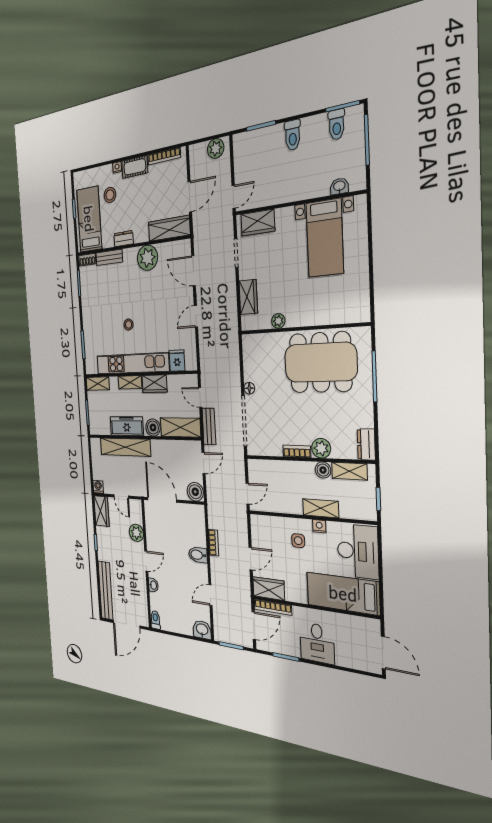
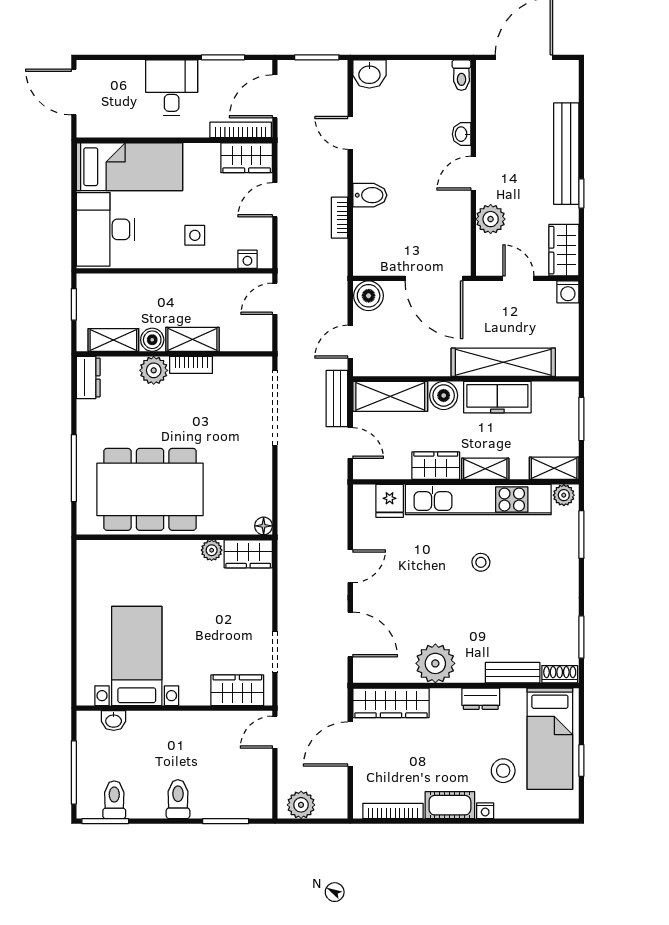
wardrobe: (248, 297) -> (248, 554), moved, turned -90
plant: (92, 368) -> (564, 495), added
floor lamp: (249, 388) -> (264, 526), moved
shelving: (321, 508) -> (192, 339), moved
nightstand: (319, 526) -> (247, 259), moved
bench: (105, 590) -> (566, 154), moved
door: (210, 595) -> (350, 133), swing flipped

